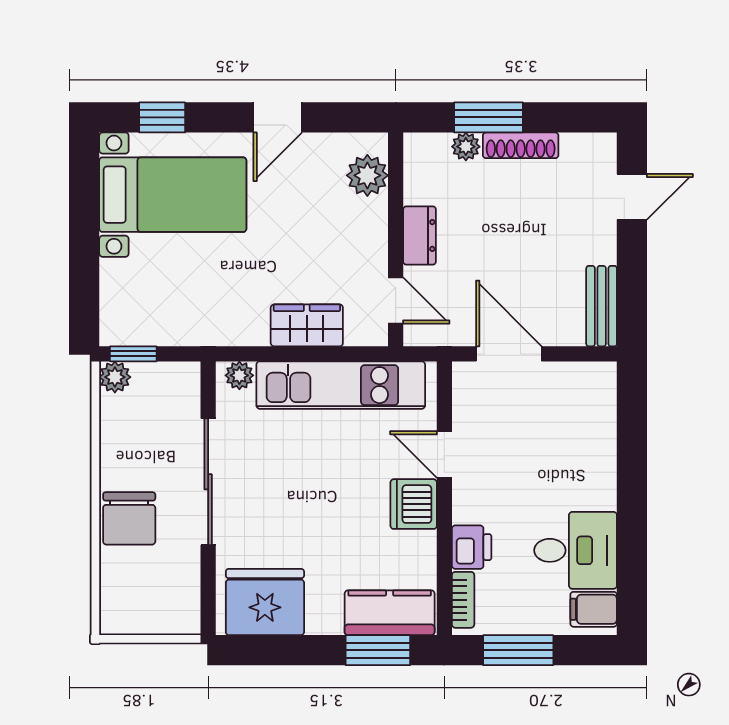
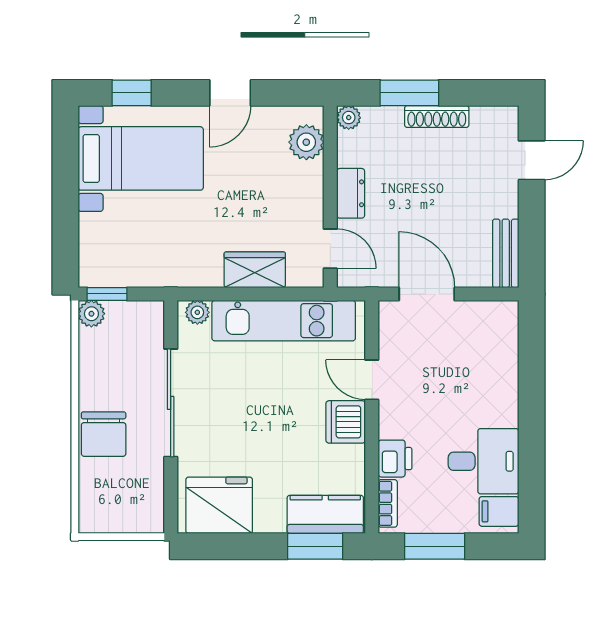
plant: (466, 147) -> (349, 118), moved

